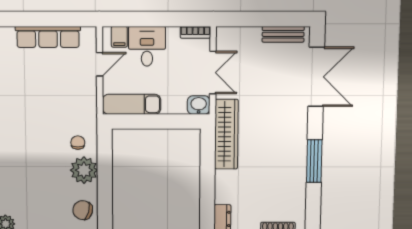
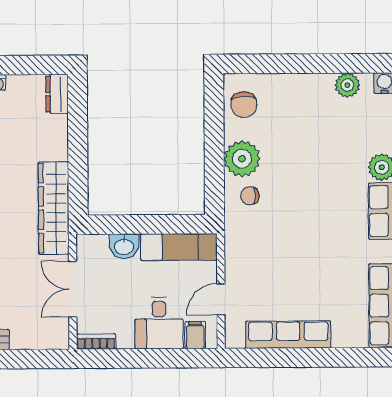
washbasin: (199, 105) -> (124, 246), moved
chair: (78, 143) -> (250, 196), turned 90
chair: (83, 210) -> (244, 105), turned 75

